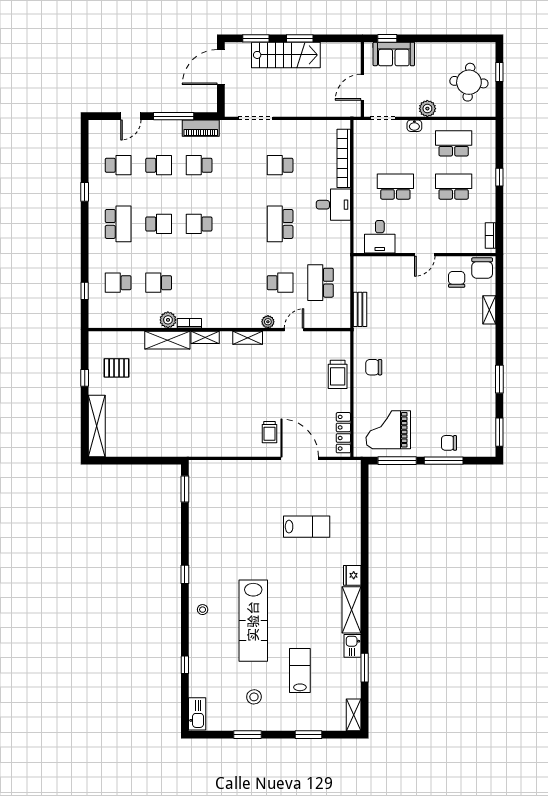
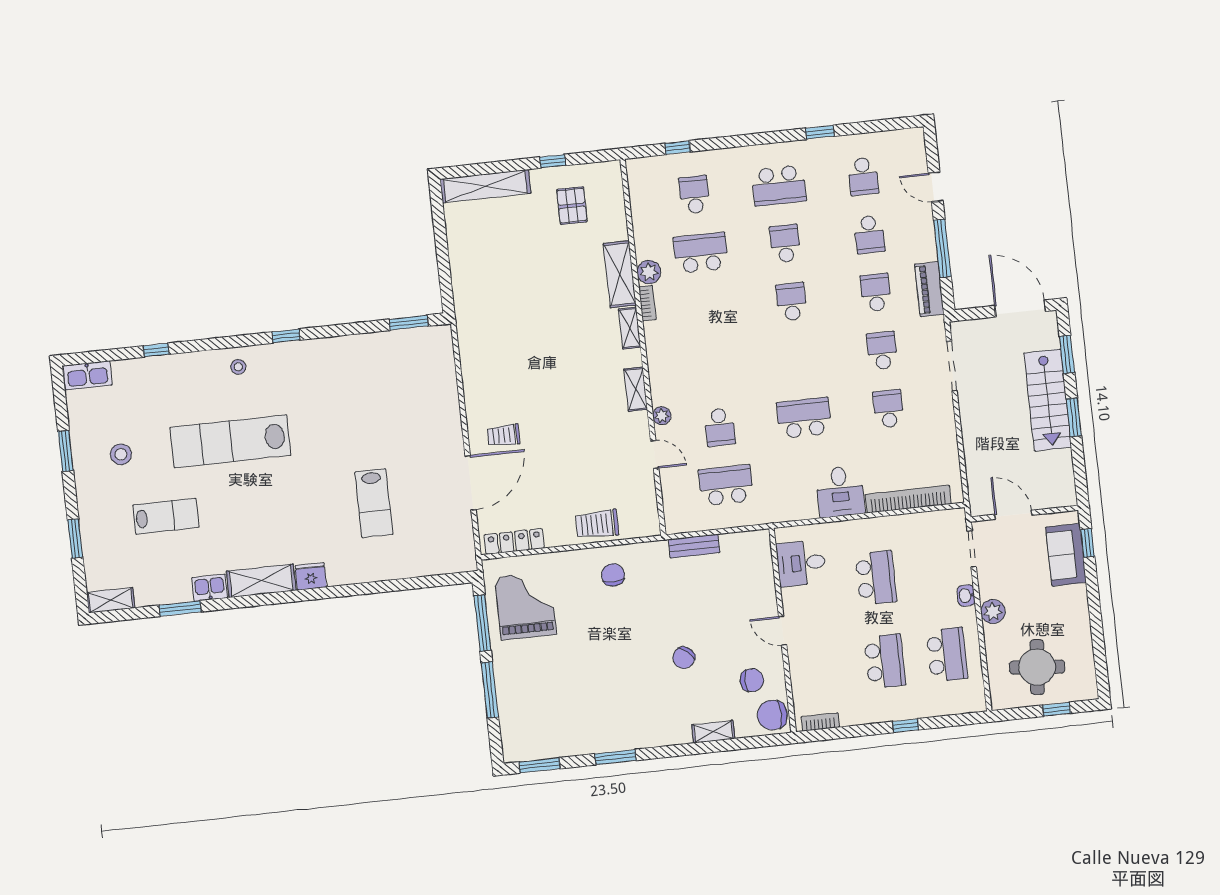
school desk: (240, 165) -> (882, 351), added
school desk: (159, 224) -> (785, 244), turned 180
school desk: (159, 283) -> (701, 253), width x1.85
chair: (449, 443) -> (684, 658), moved, turned -139

